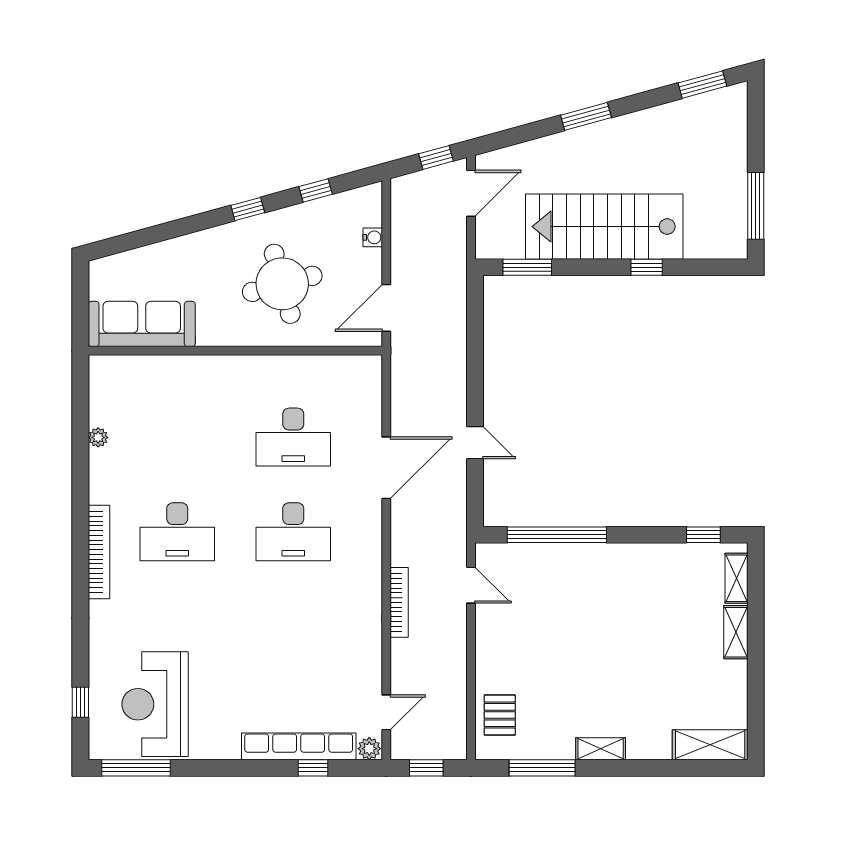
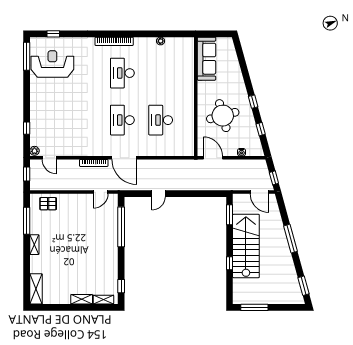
window: (586, 116) -> (291, 239), width x1.44
door: (386, 468) -> (124, 158), moved
row of seats: (299, 746) -> (35, 122), removed

